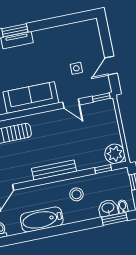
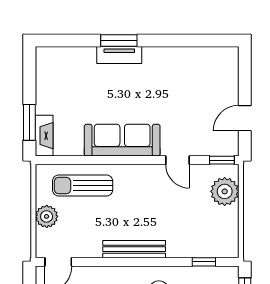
side table: (76, 68) -> (195, 112), removed
plant: (115, 154) -> (225, 191), moved

